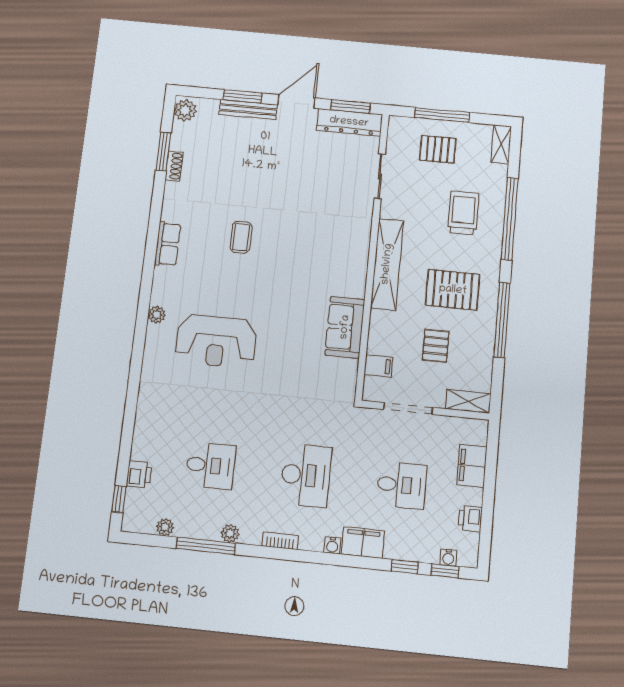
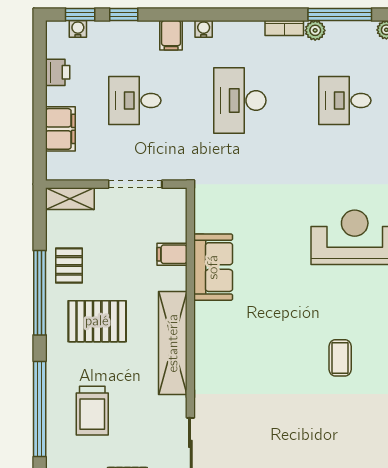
pallet: (436, 346) -> (69, 265), moved
filing cabinet: (378, 366) -> (172, 254), moved
bookcase: (280, 541) -> (284, 28), moved
filing cabinet: (363, 543) -> (171, 35), width x0.50

